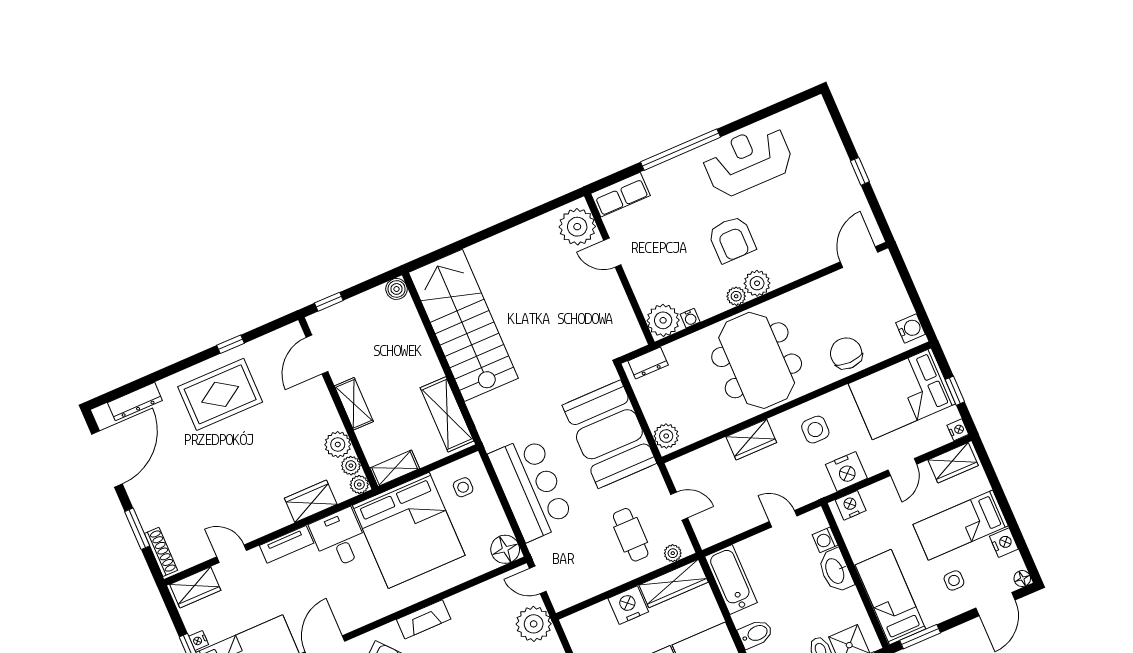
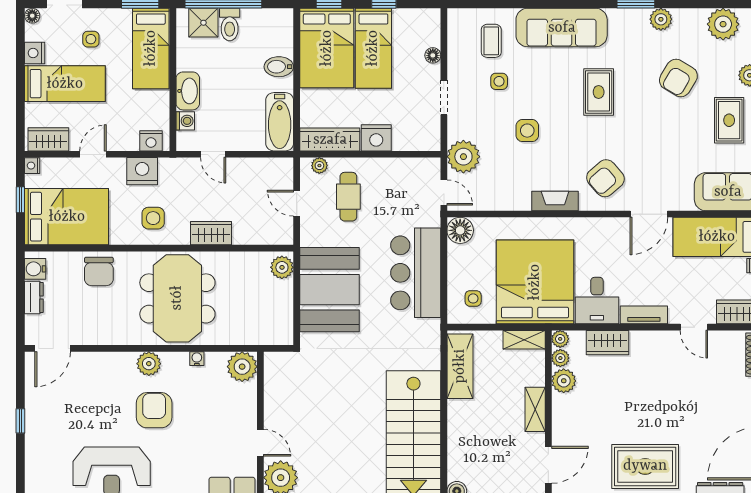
plant: (736, 296) -> (171, 360), removed
water cooler: (690, 318) -> (197, 359), moved
dresser: (648, 363) -> (34, 297), moved, turned 90

